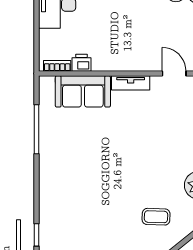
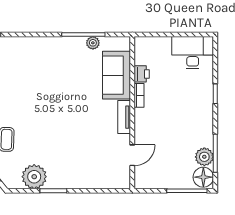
bookcase: (57, 66) -> (139, 95), moved
plant: (46, 118) -> (93, 43), added

